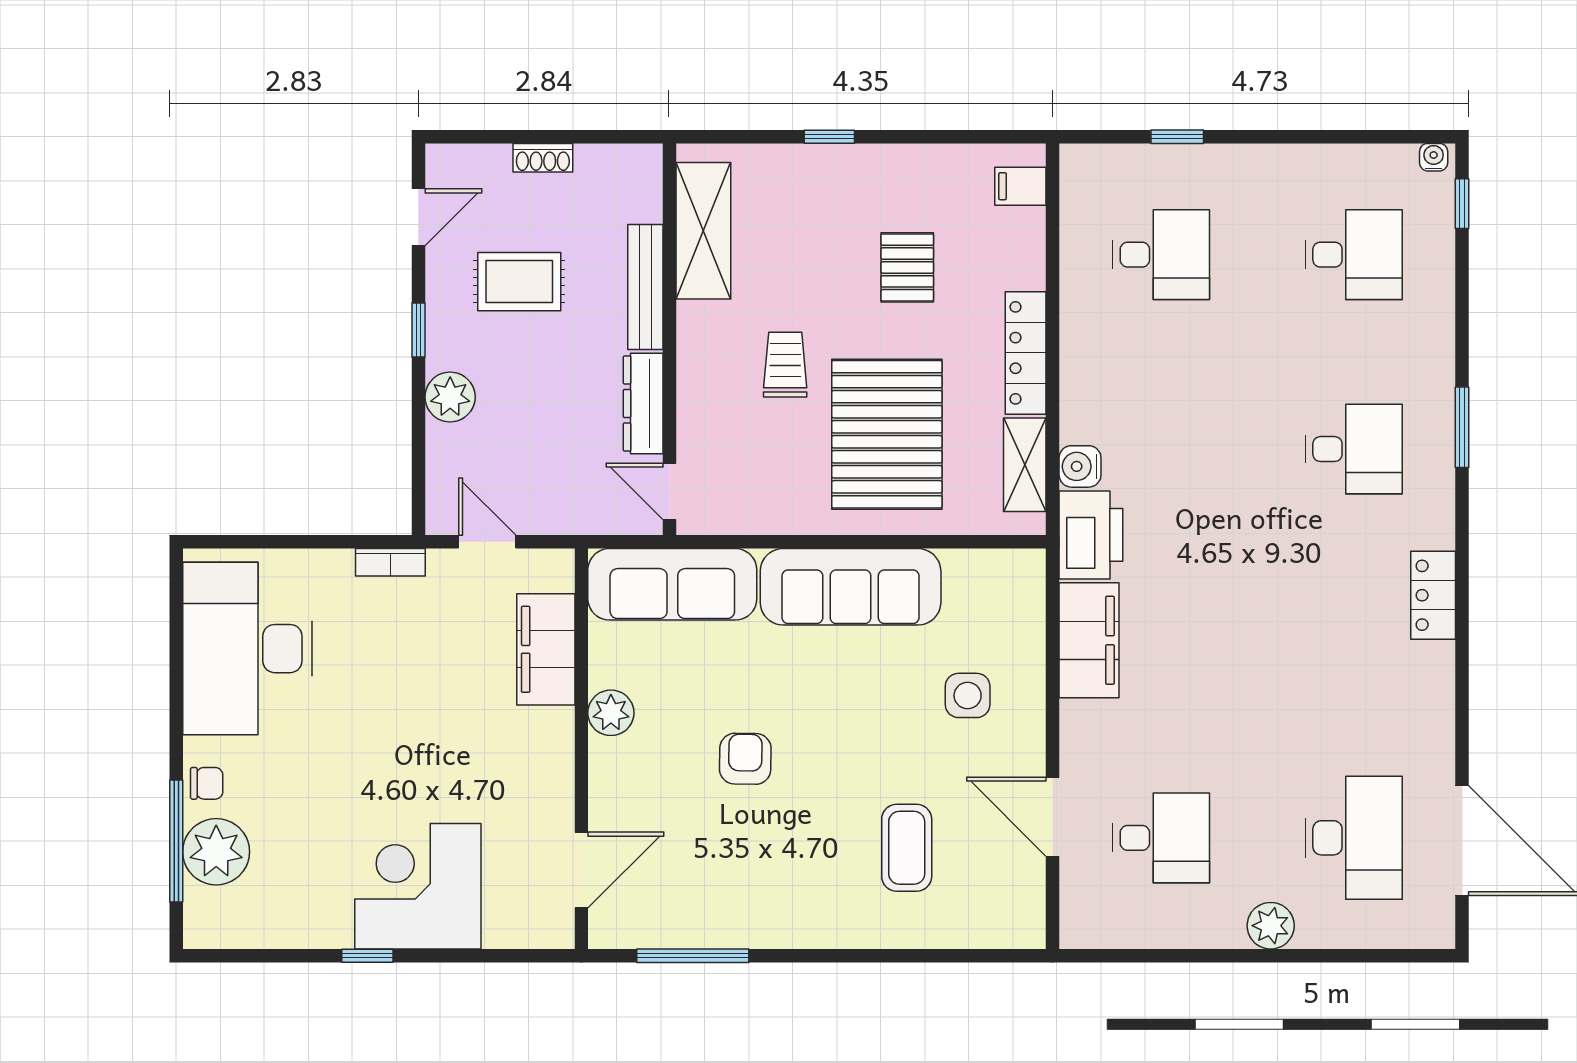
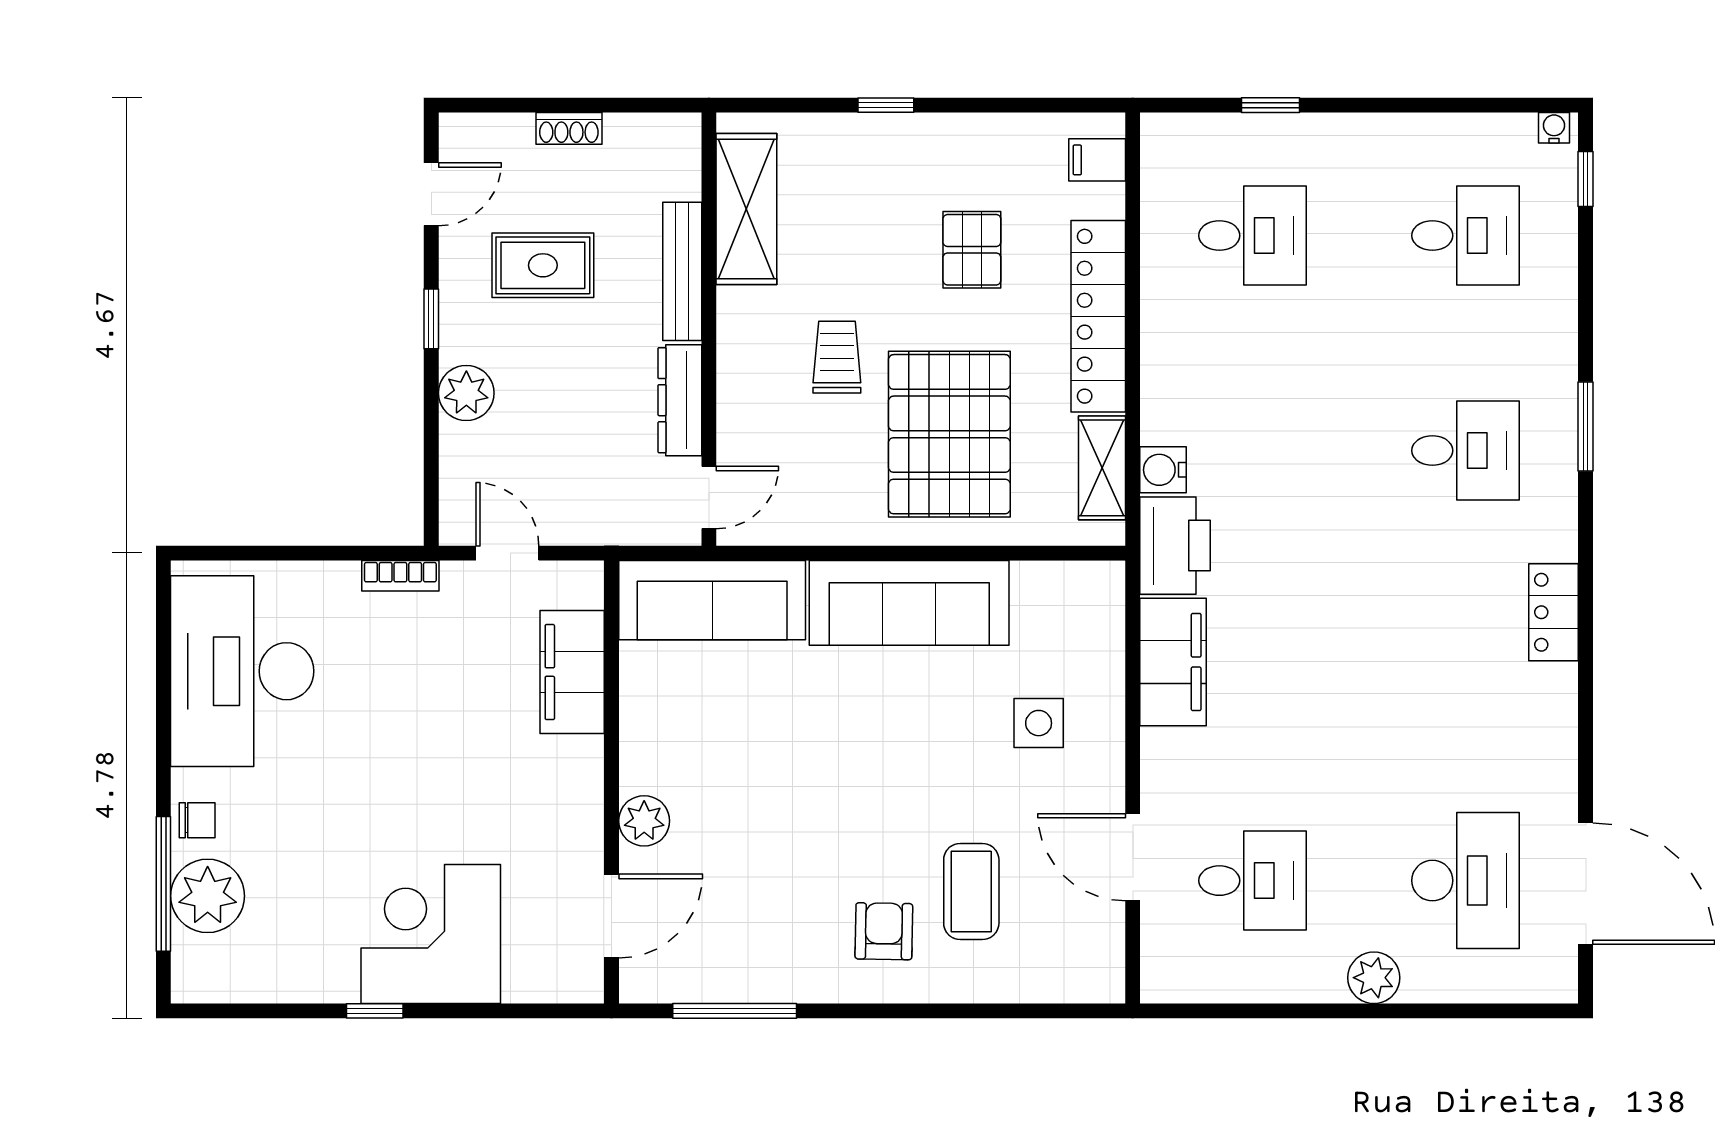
locker: (1026, 353) -> (1098, 316), width x1.41, depth x1.21
door: (669, 491) -> (709, 497), swing flipped
plant: (611, 713) -> (644, 821), moved
armchair: (745, 759) -> (884, 931), moved

